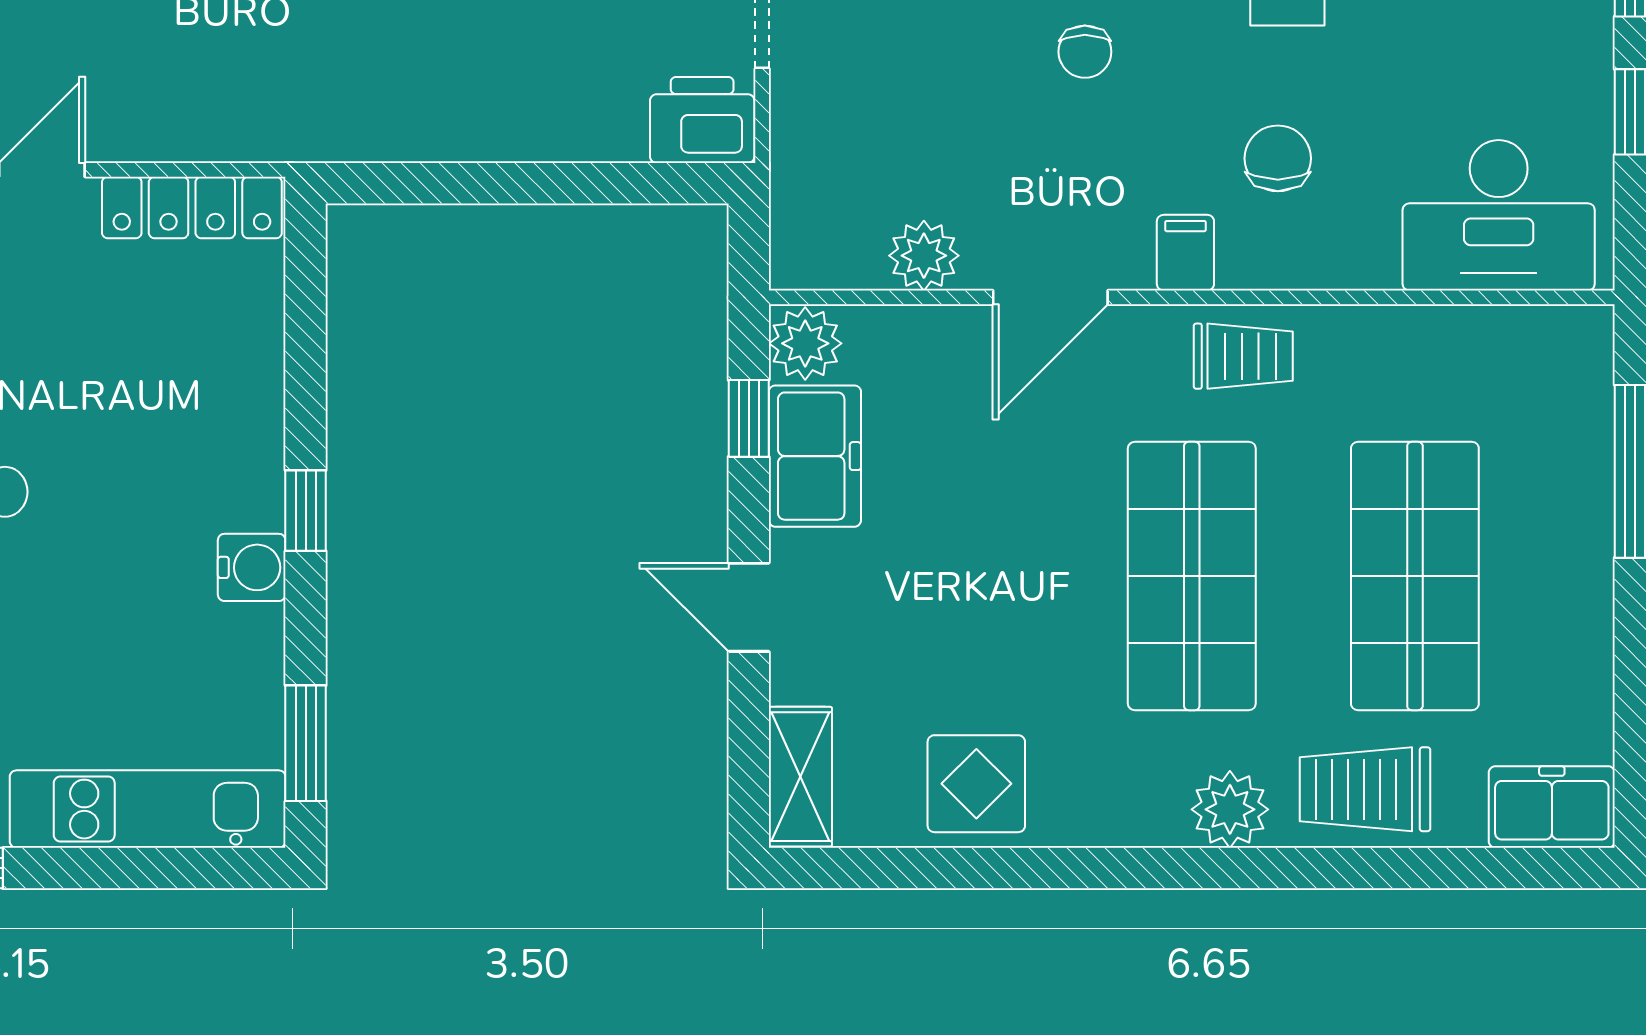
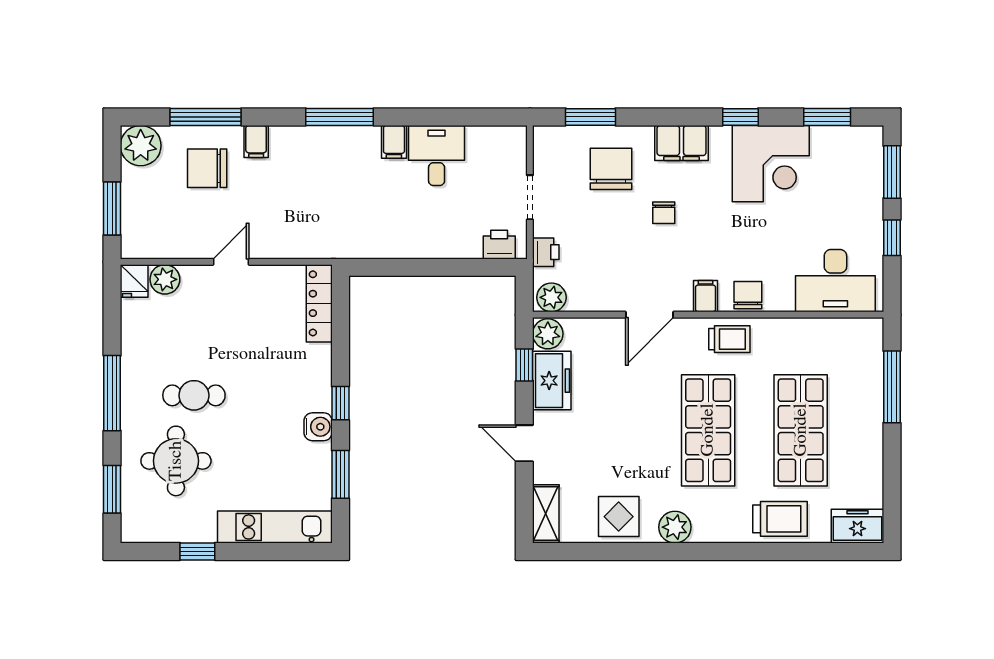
printer: (702, 120) -> (499, 245), width x0.73, depth x0.81
printer: (800, 147) -> (546, 252), added
chair: (1278, 158) -> (748, 295), moved
locker: (192, 208) -> (319, 303), moved, turned 90
plant: (924, 256) -> (551, 297), moved
window: (306, 743) -> (340, 474), moved
trolley: (1365, 789) -> (780, 519), turned 180
plant: (1230, 809) -> (675, 527), moved

